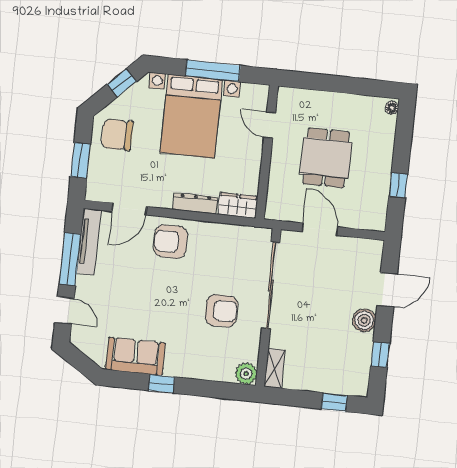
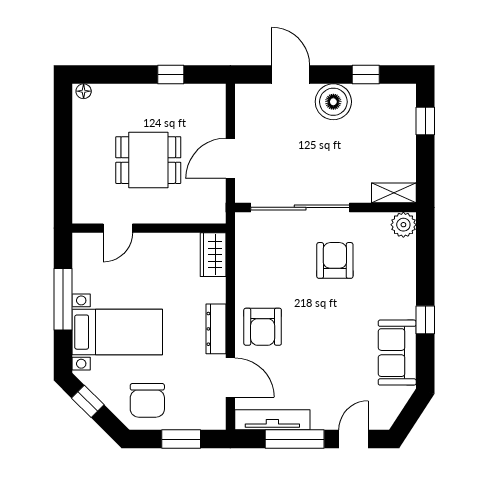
bed with nightstands: (191, 116) -> (117, 332), width x0.73
dresser: (195, 203) -> (216, 329), moved
boiler: (364, 320) -> (333, 102), width x1.37, depth x1.37

